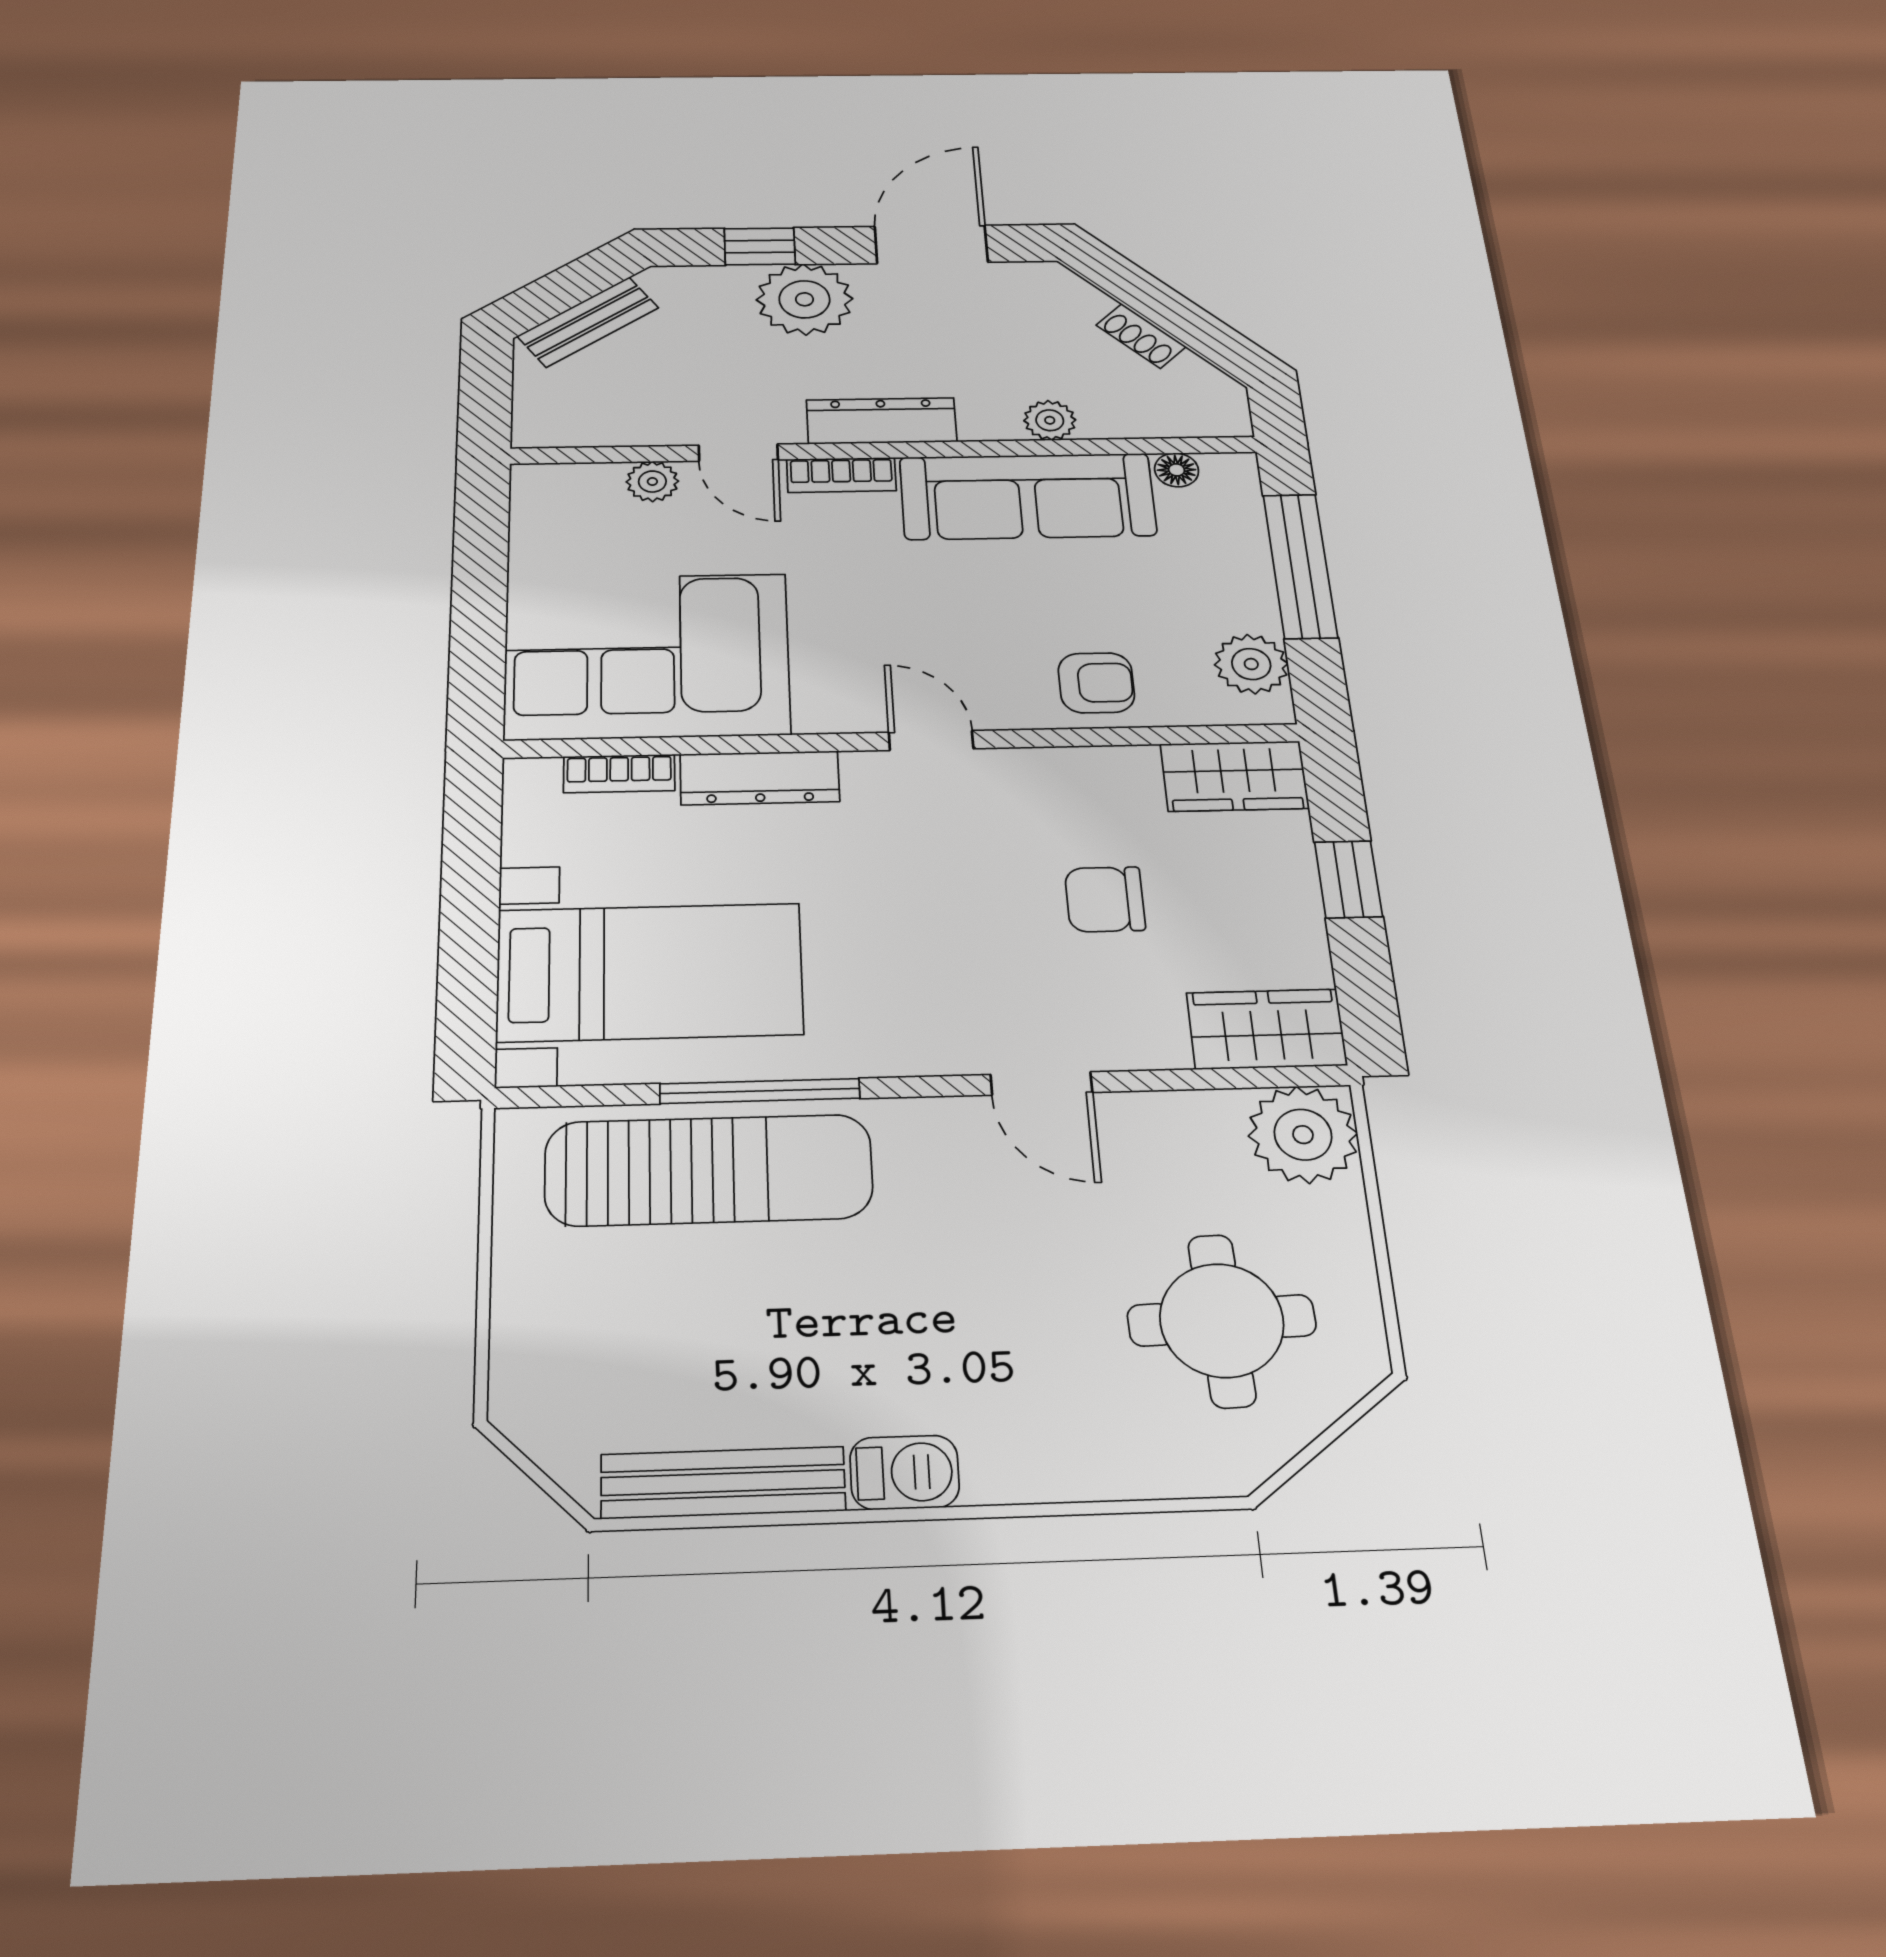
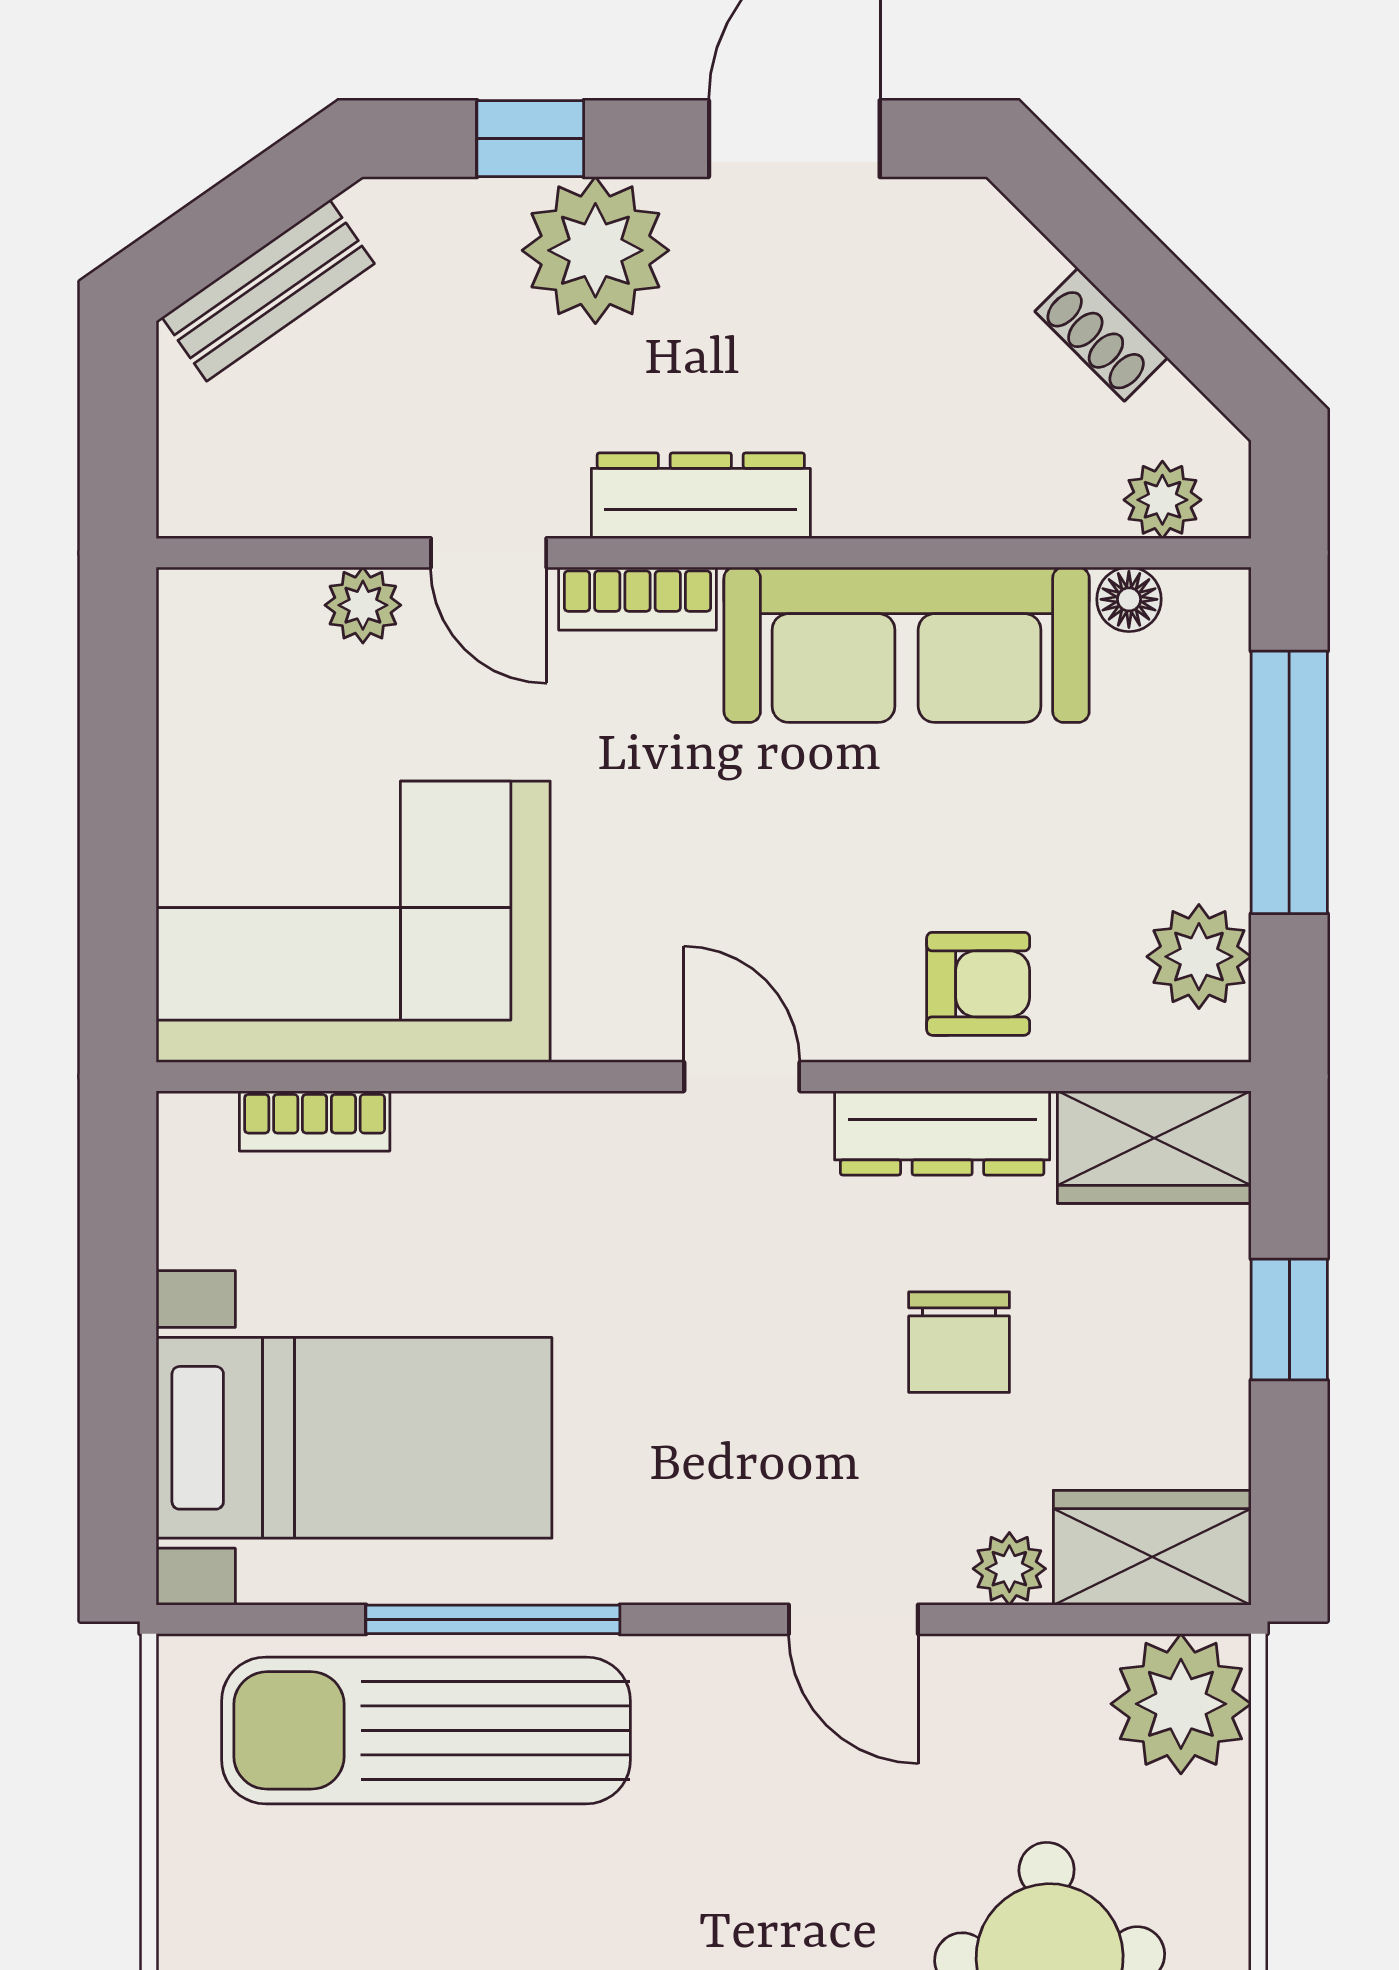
plant: (1050, 420) -> (1162, 500), moved
dresser: (760, 778) -> (942, 1133), moved
chair: (1105, 899) -> (959, 1342), turned -90
plant: (1159, 1046) -> (1009, 1569), added
sun lounger: (709, 1170) -> (426, 1730), turned 180

